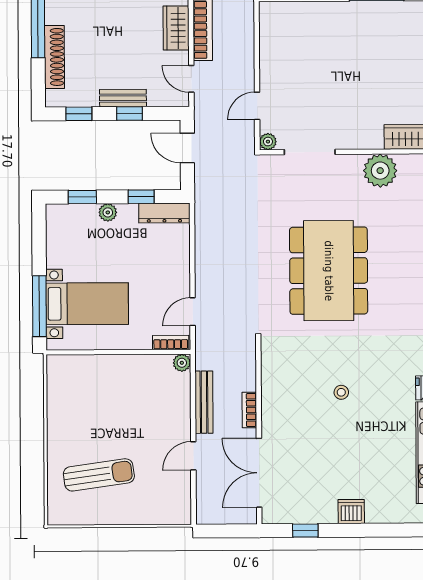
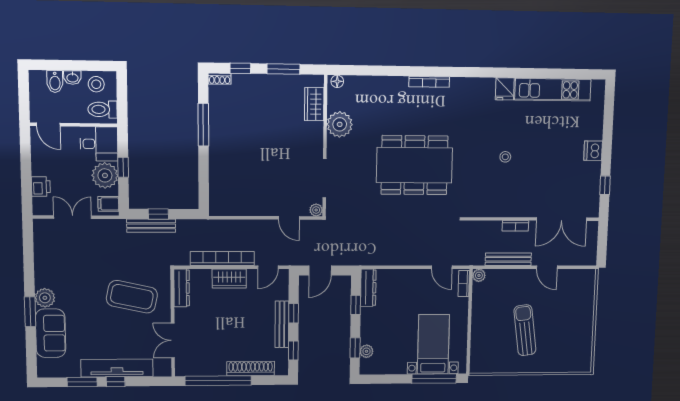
bench: (123, 98) -> (282, 324), width x1.36
plant: (108, 212) -> (366, 351), moved
sun lounger: (99, 475) -> (525, 330), moved

